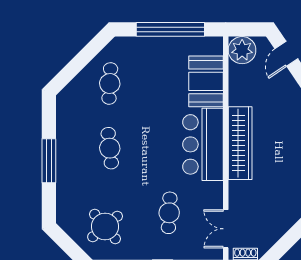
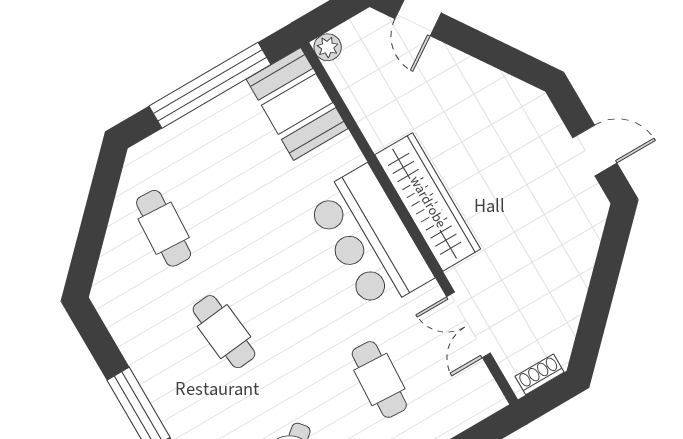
plant: (242, 50) -> (328, 47), width x0.53, depth x0.53
booth: (206, 81) -> (297, 104), moved
double door: (226, 229) -> (469, 325), moved

